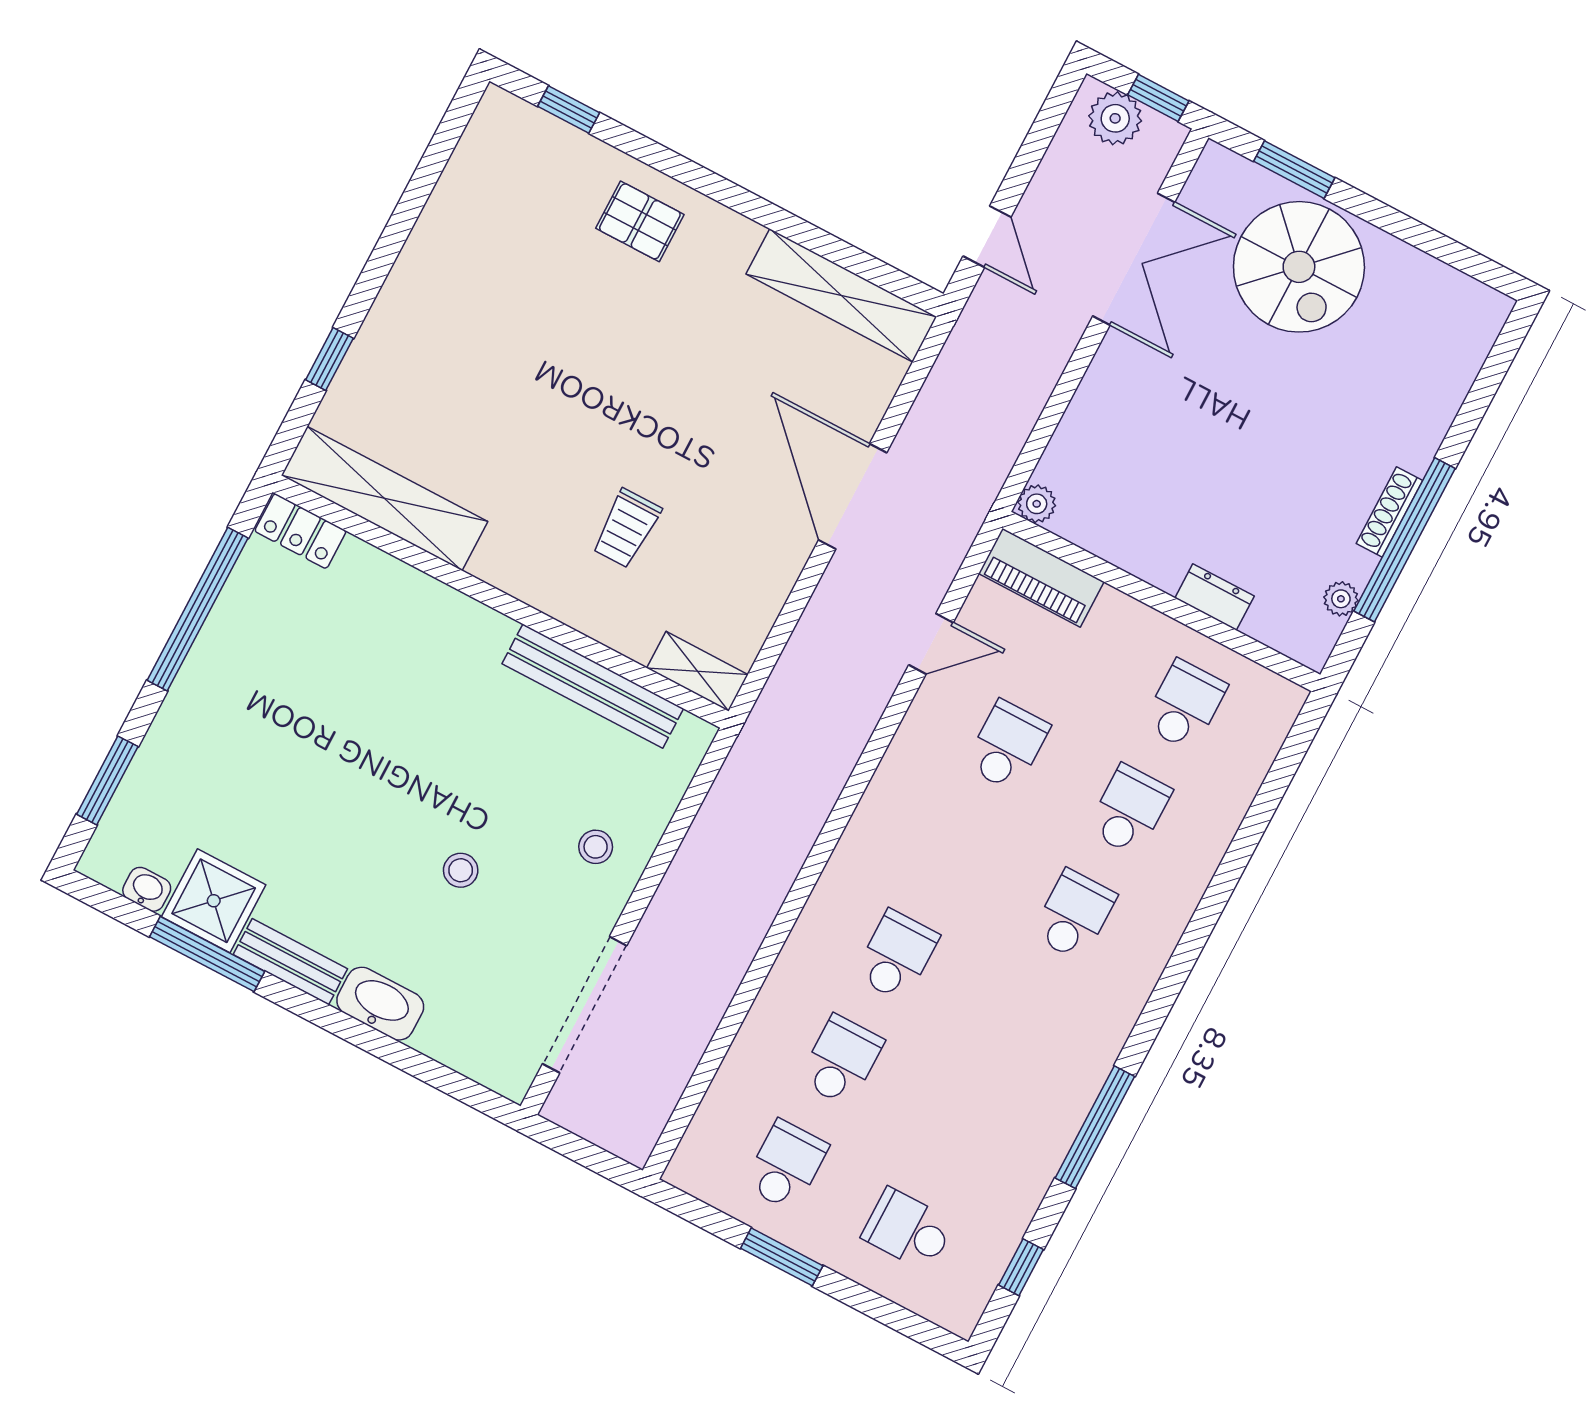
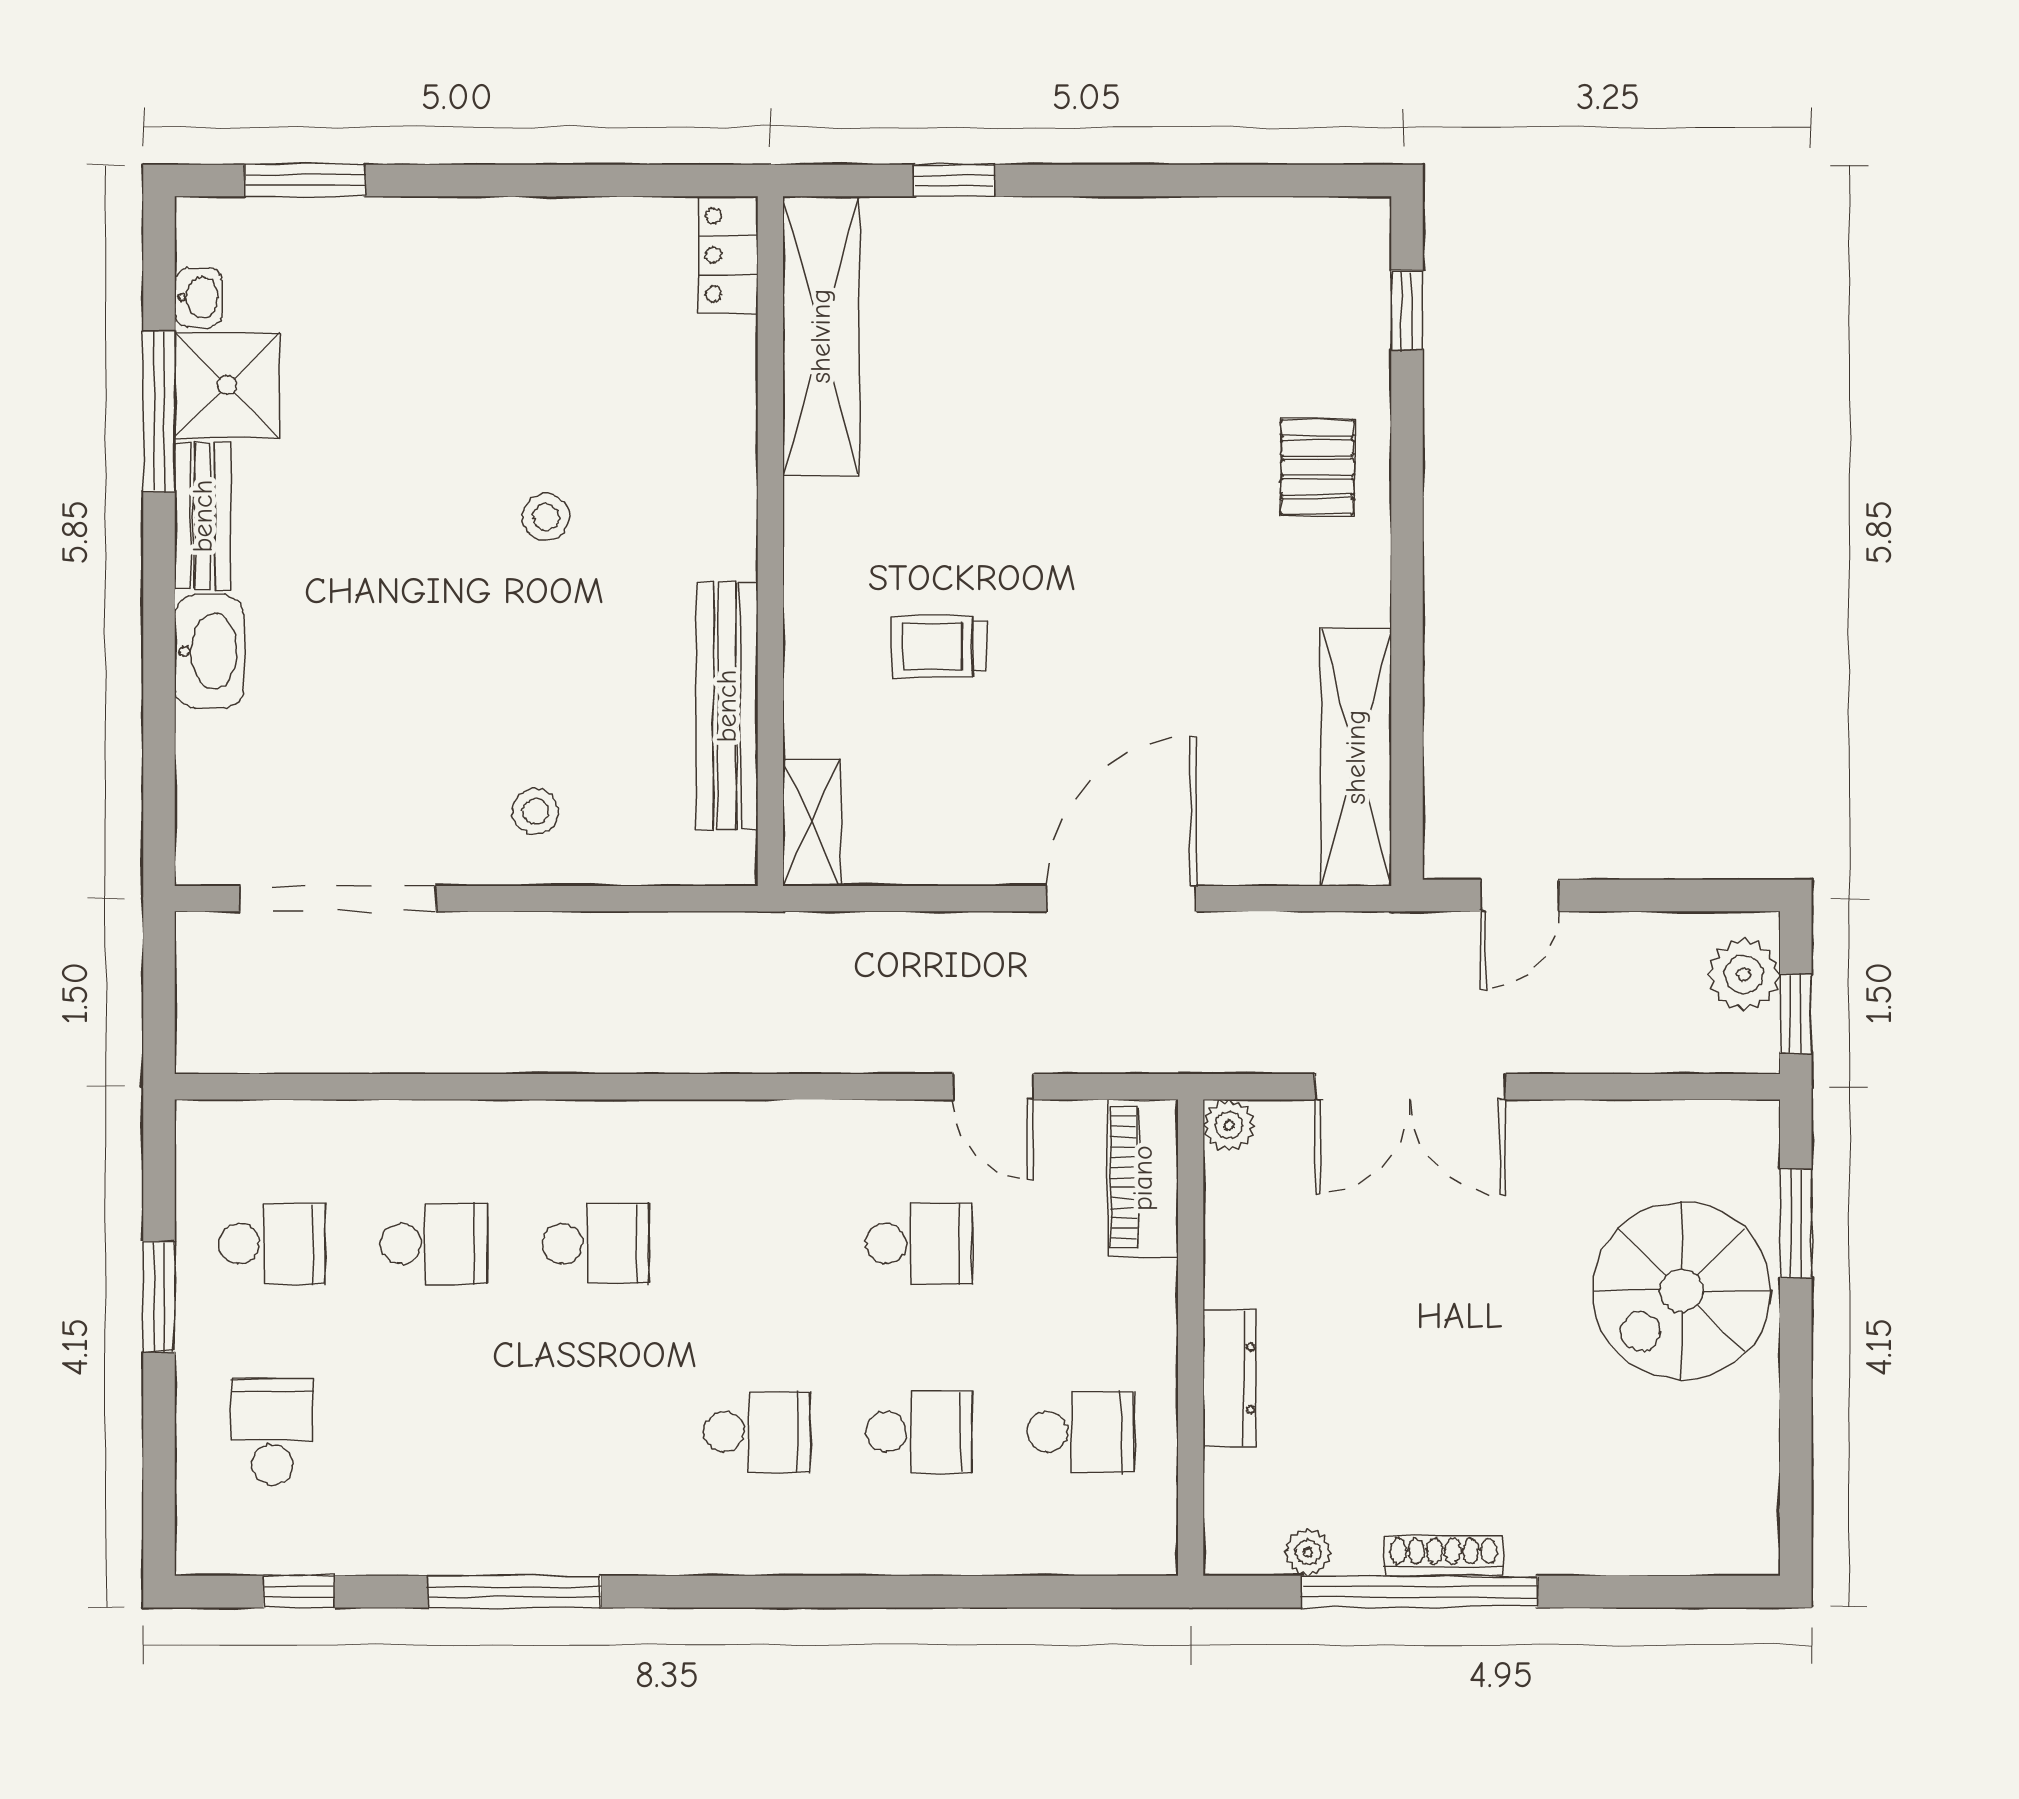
double door: (1134, 259) -> (1410, 1087), moved
dresser: (1215, 597) -> (1230, 1378), width x1.44
window: (198, 609) -> (569, 181), removed
stool: (461, 870) -> (546, 517), moved

